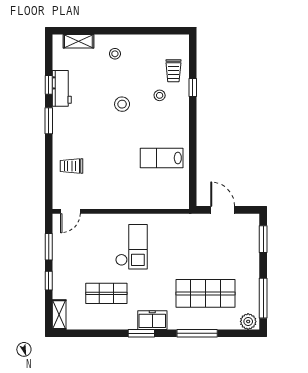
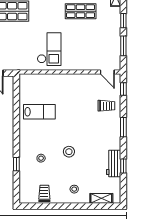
trolley: (173, 71) -> (44, 193), moved
window: (49, 121) -> (123, 127), moved
window: (49, 189) -> (123, 89), added
door: (70, 211) -> (107, 72), swing flipped
checkout: (132, 247) -> (49, 49), moved, turned 180

